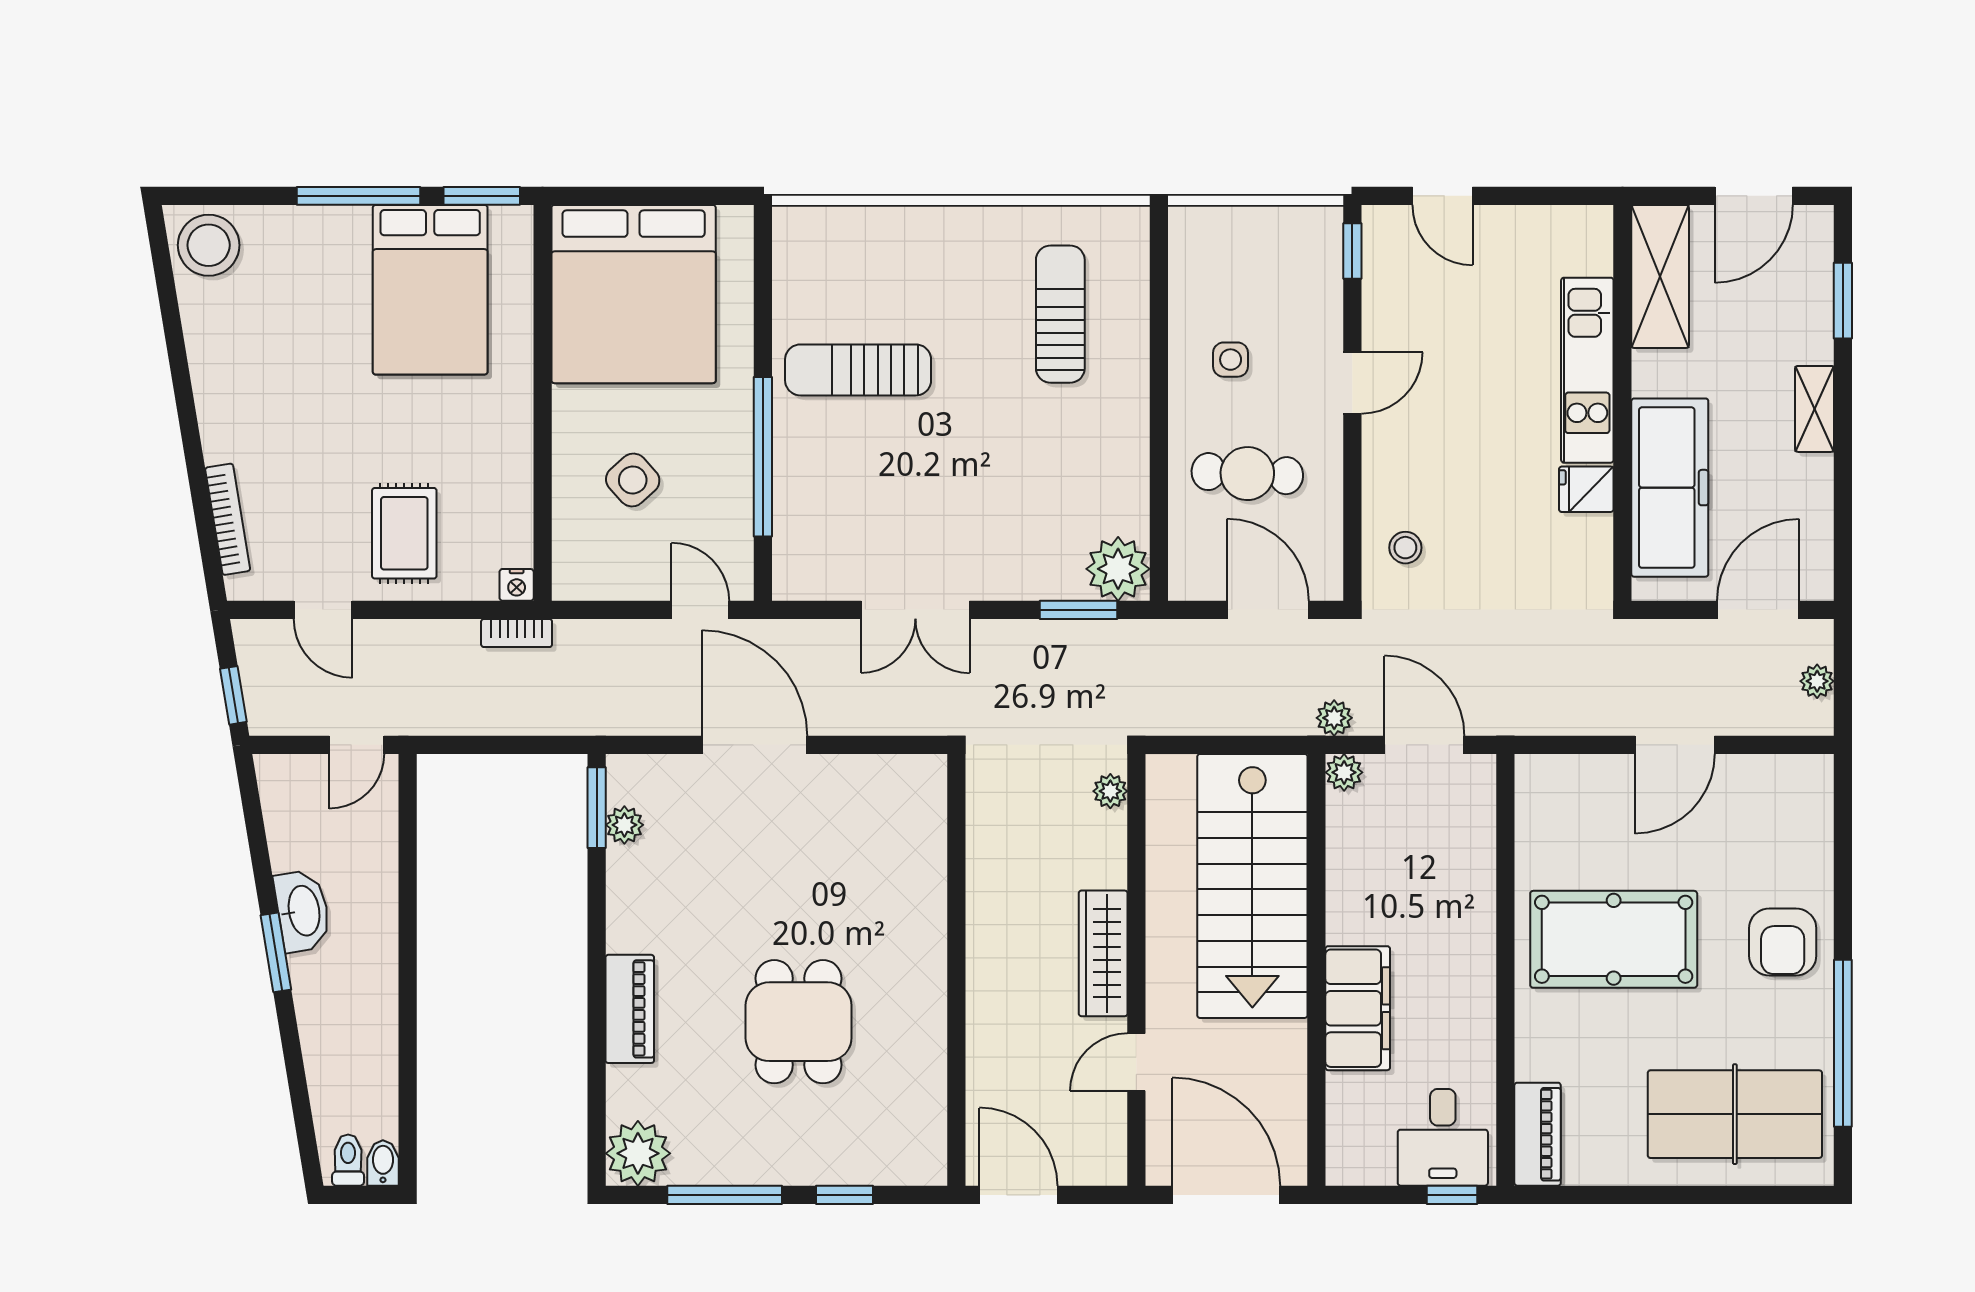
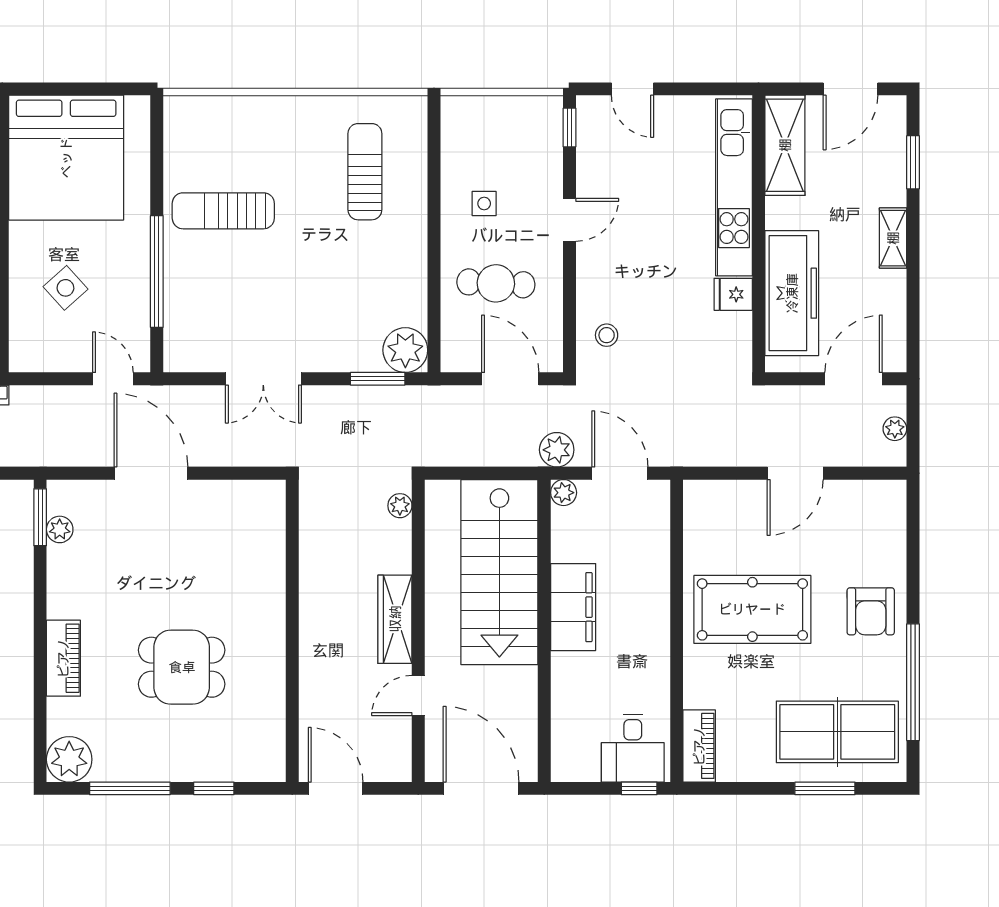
kitchen unit: (1587, 370) -> (734, 187), width x1.36
plant: (1334, 718) -> (557, 450), width x1.38, depth x1.38
filing cabinet: (1358, 1008) -> (573, 607), moved
dining table: (799, 1022) -> (182, 667), turned 90
window: (1717, 1195) -> (825, 788), added

